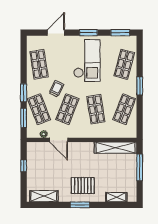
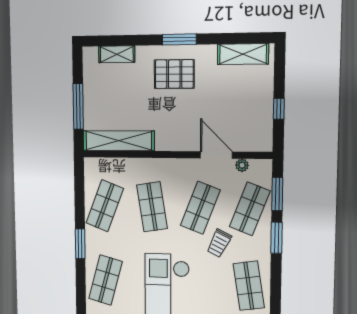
shop shelf: (39, 109) -> (250, 209), turned 42

